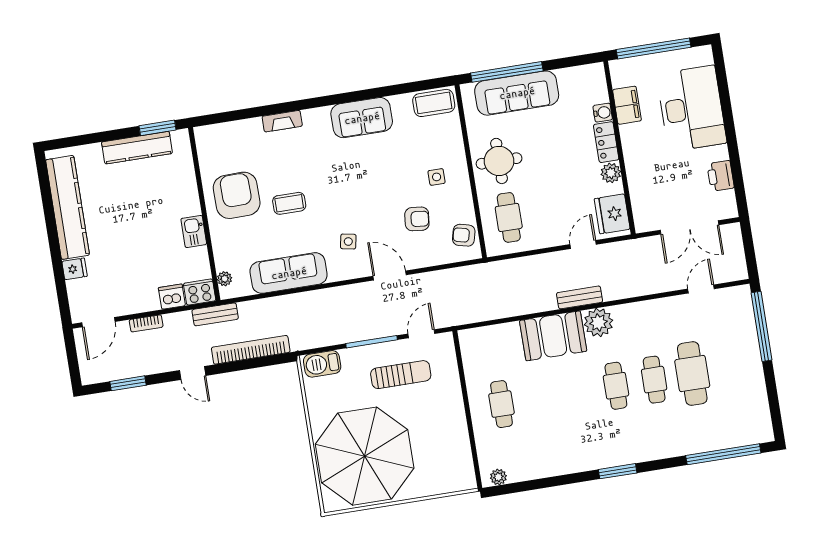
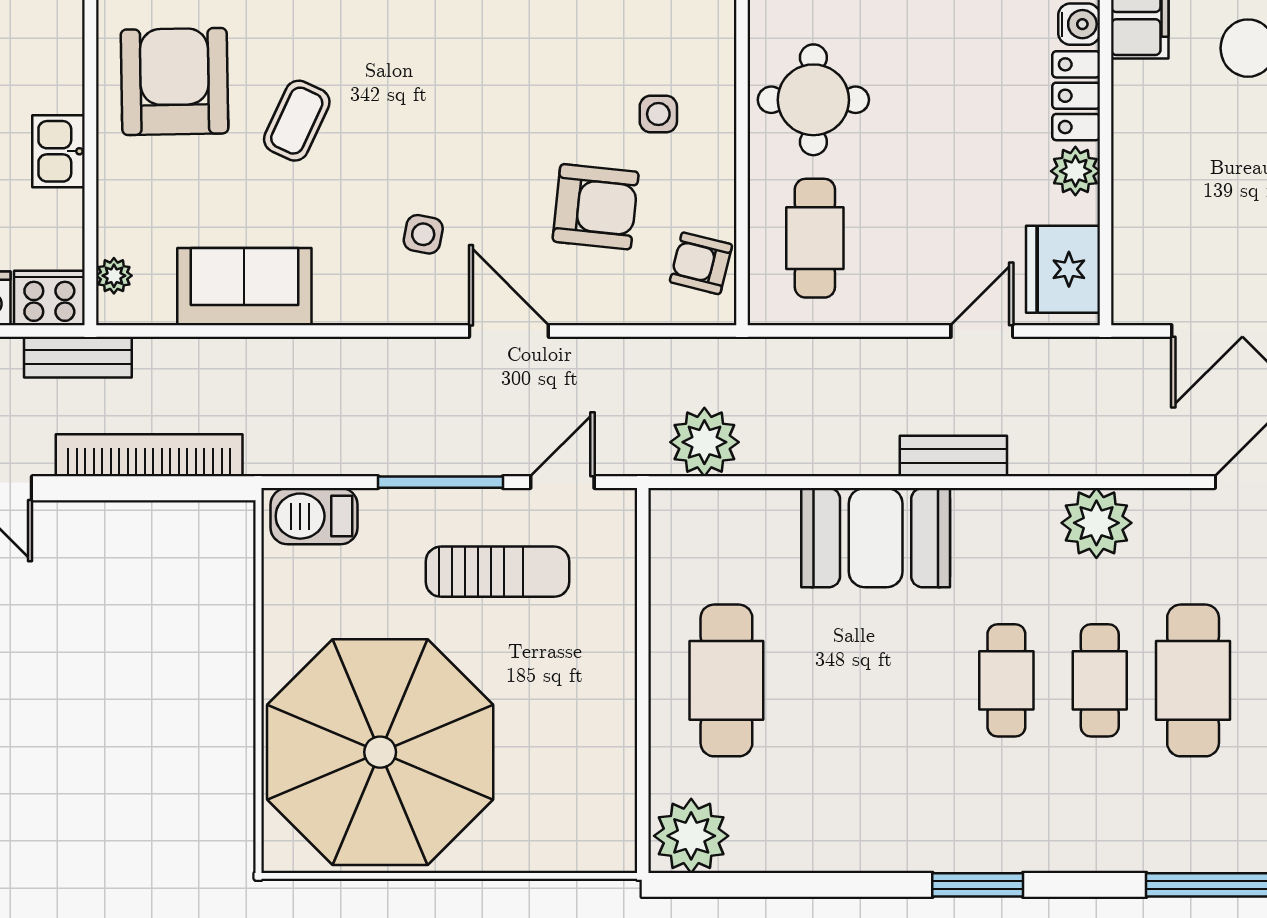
coffee table: (289, 203) -> (297, 121), turned -65
armchair: (417, 219) -> (596, 207), width x1.38, depth x1.38
sofa: (289, 273) -> (244, 287), width x0.73
plant: (477, 308) -> (704, 442), added
plant: (598, 322) -> (1096, 523), moved
cafe table: (501, 404) -> (726, 680), width x1.37, depth x1.35
plant: (498, 477) -> (691, 836), width x1.87, depth x1.87

